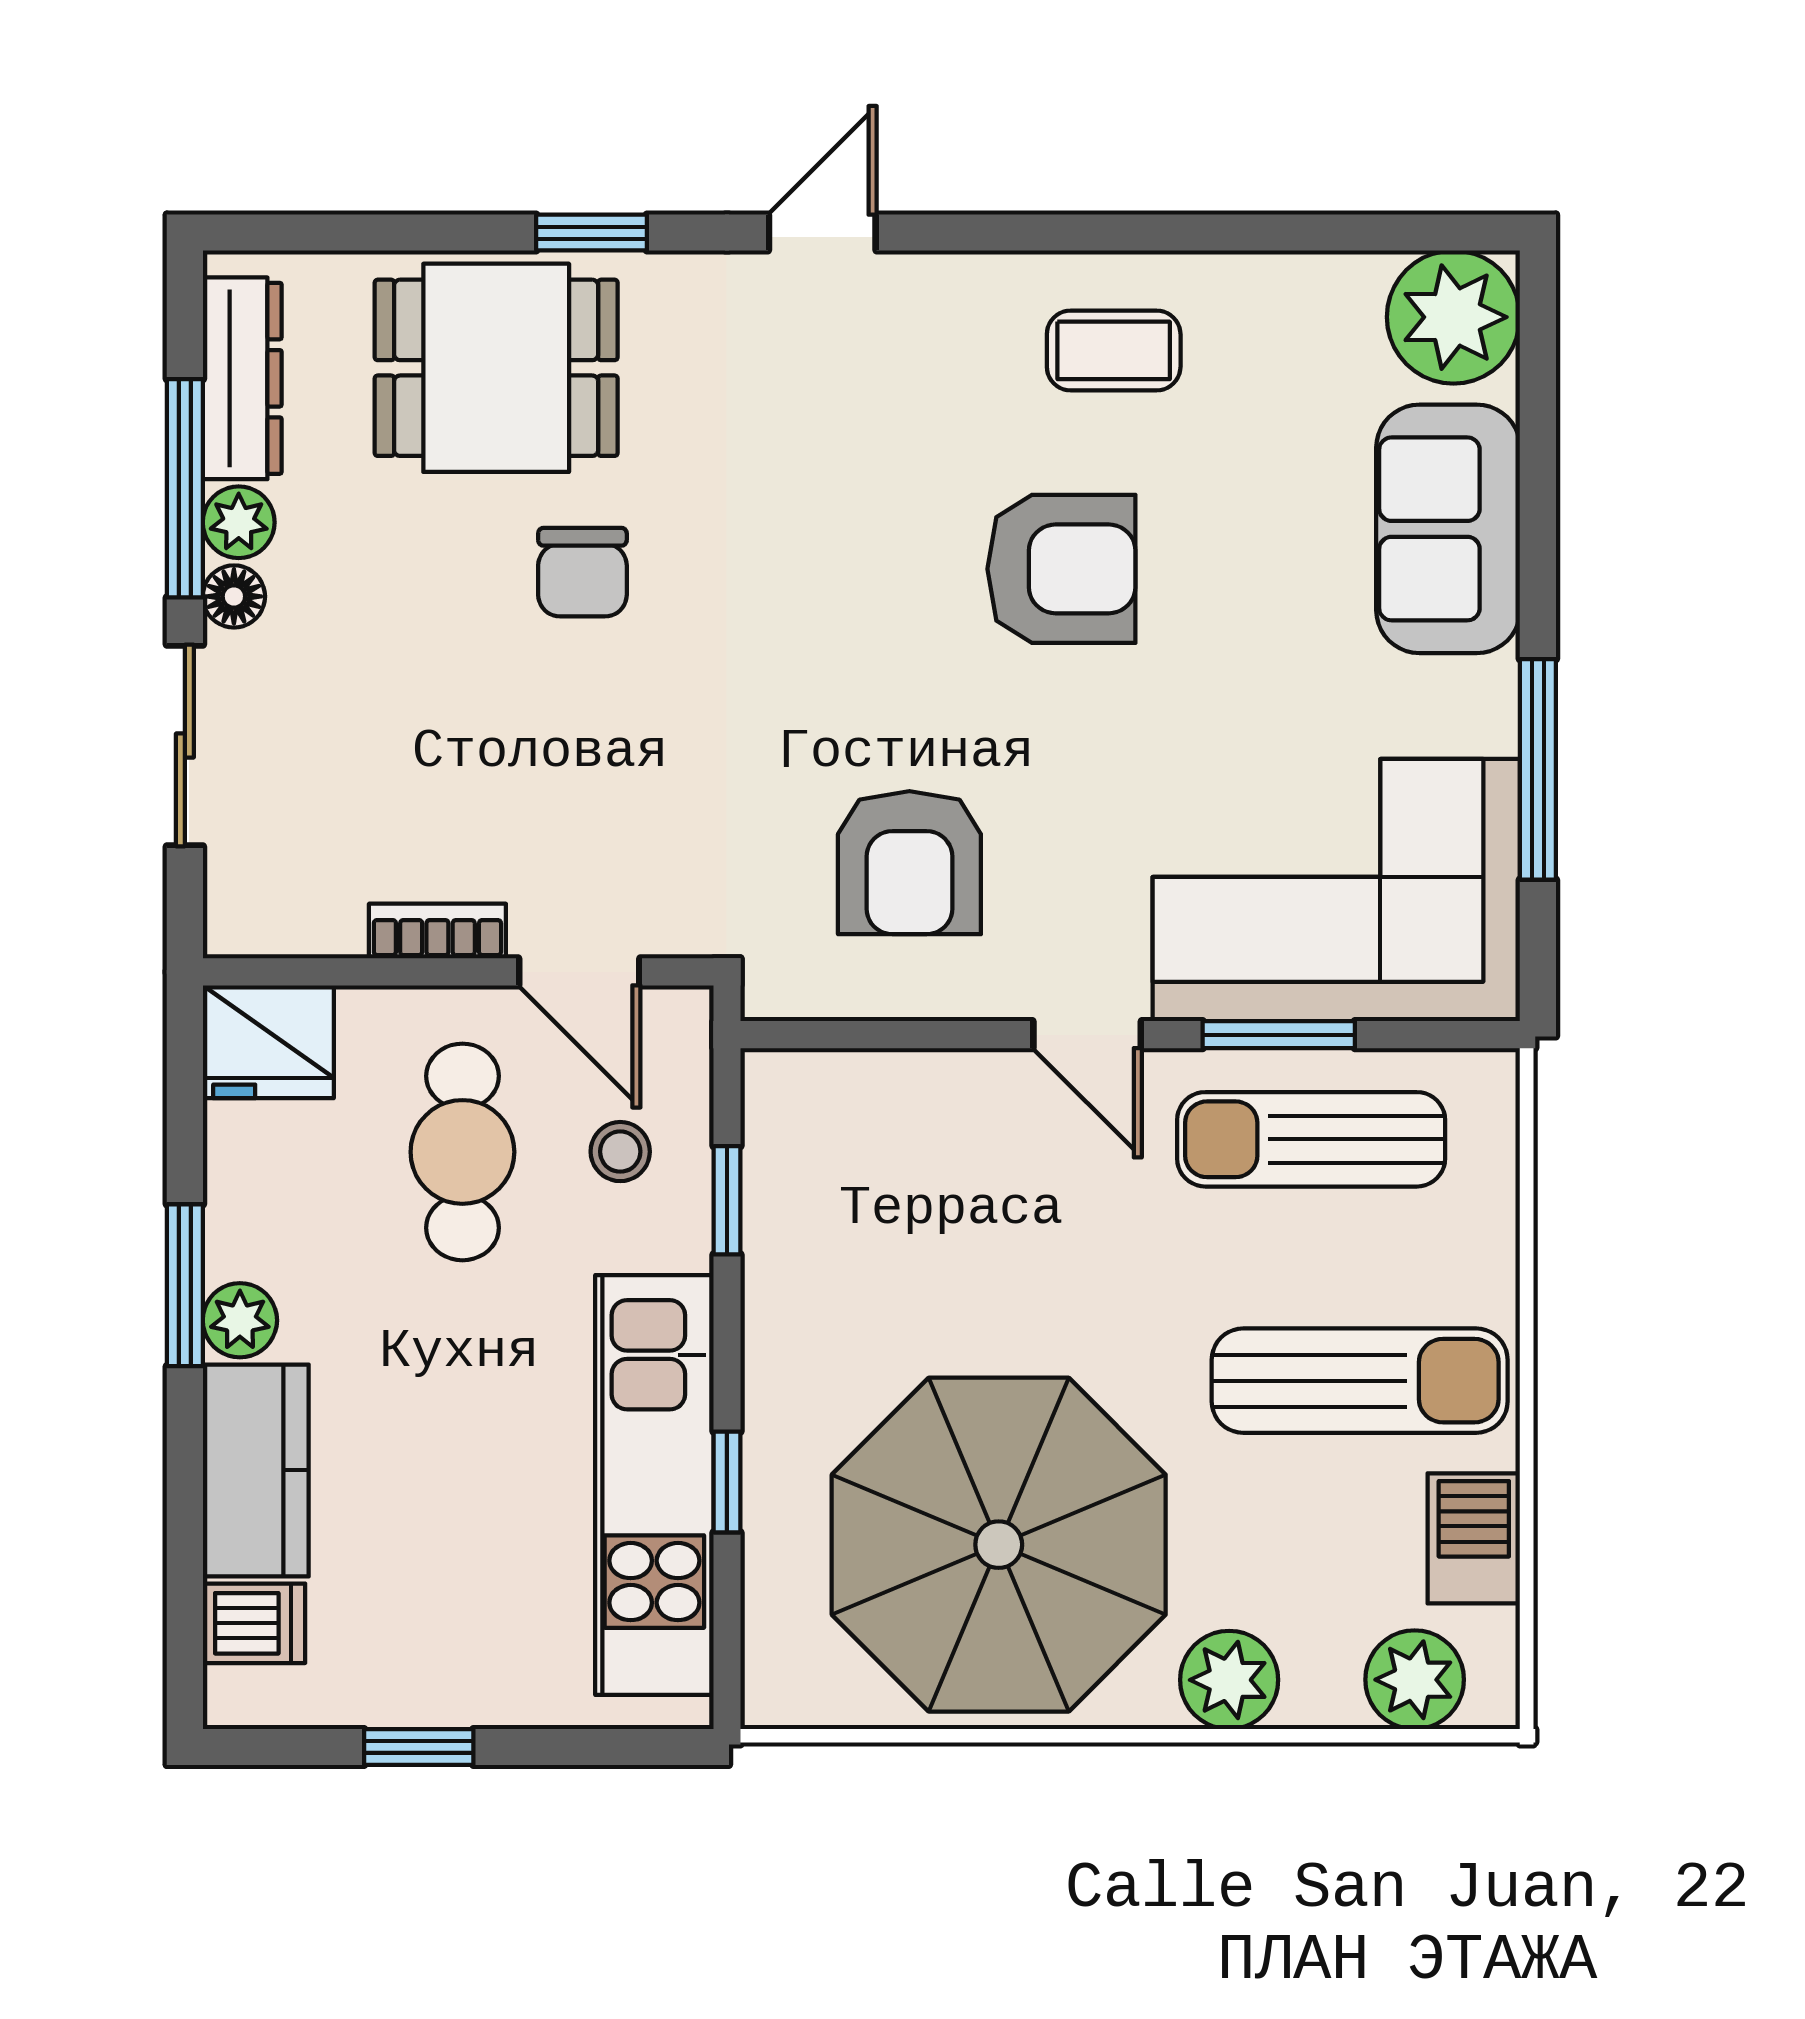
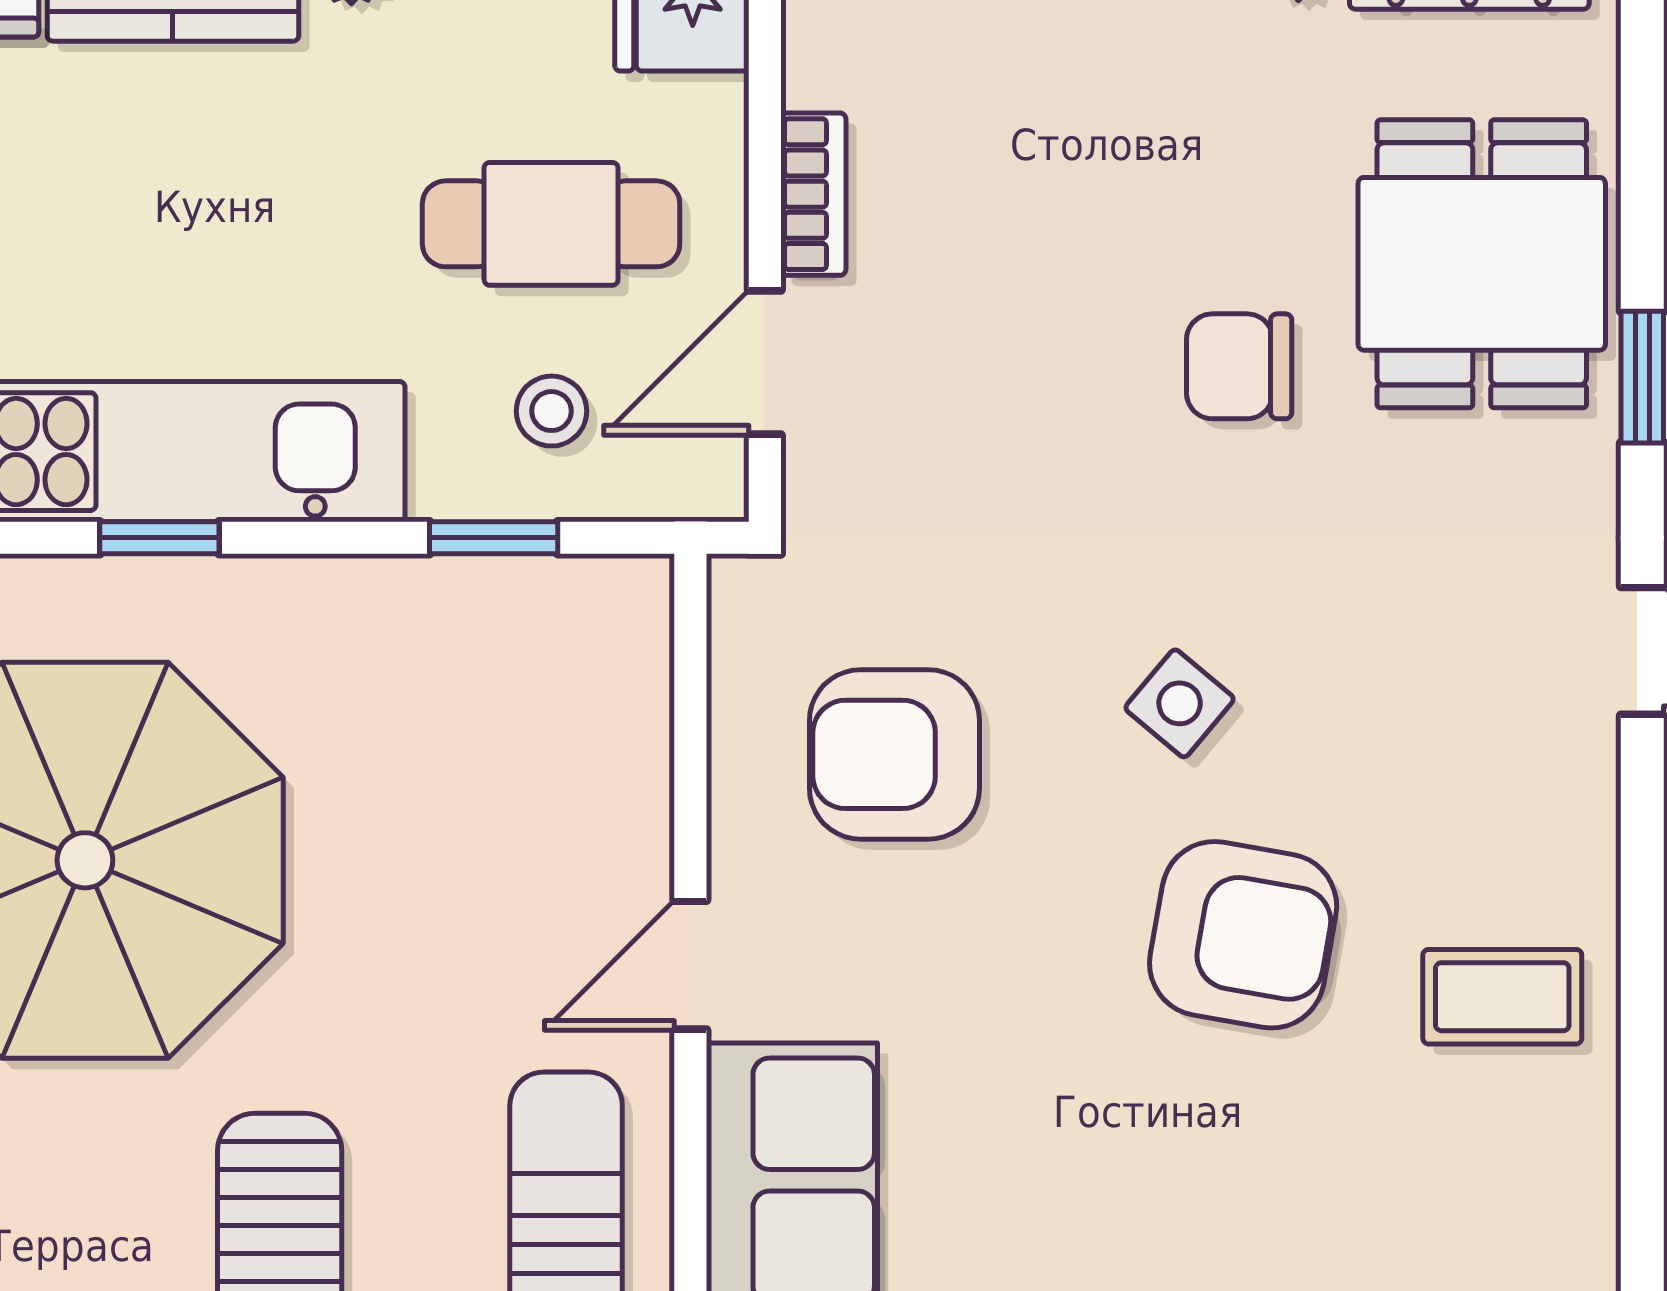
coffee table: (1114, 350) -> (1502, 997), turned 90
armchair: (1061, 569) -> (1243, 935), turned -80
side table: (866, 622) -> (1180, 703), added
window: (1279, 1035) -> (690, 1193), removed

